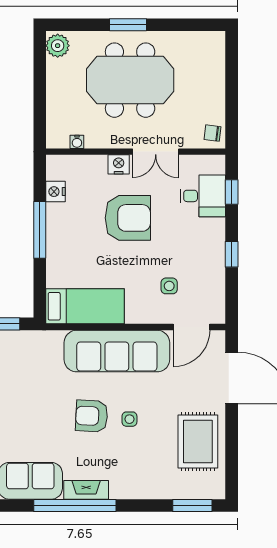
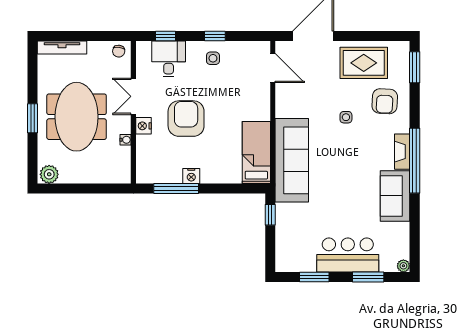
tv unit: (217, 62) -> (62, 48), added
water cooler: (77, 142) -> (126, 140), moved
double door: (156, 152) -> (133, 96), swing flipped
nightstand: (56, 192) -> (191, 176), moved
window: (40, 230) -> (176, 188), moved
side table: (169, 286) -> (213, 58), moved
sofa: (117, 351) -> (292, 160), moved
armchair: (92, 416) -> (385, 101), moved

